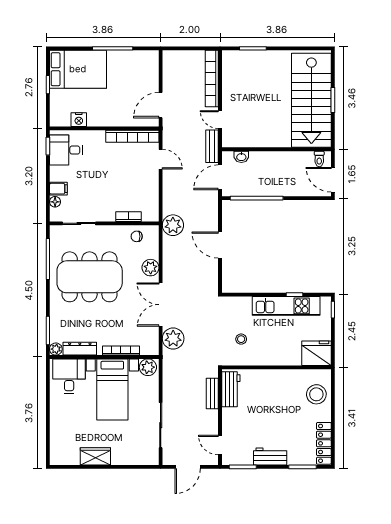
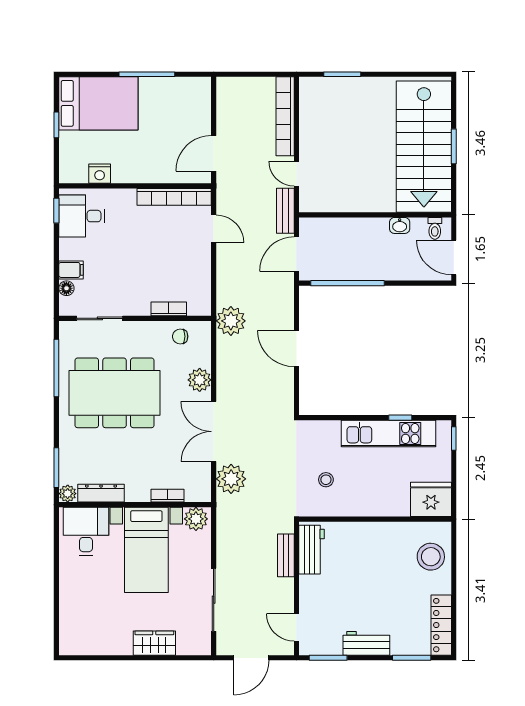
washbasin: (241, 157) -> (400, 225), moved
bookcase: (121, 351) -> (168, 496), width x0.64
wardrobe: (95, 456) -> (154, 643), moved

